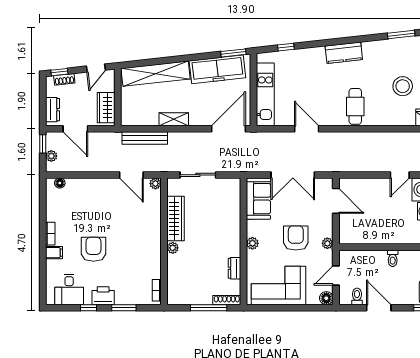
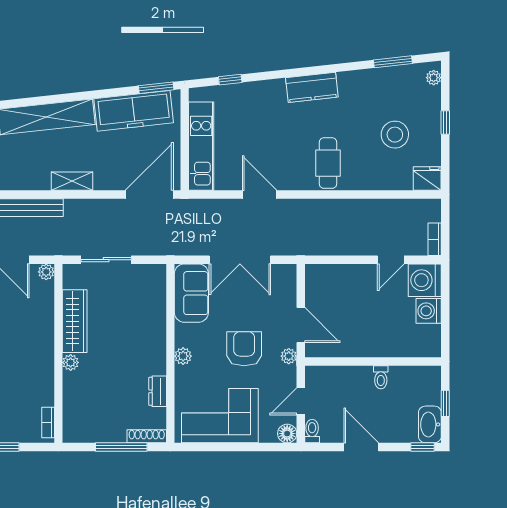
door: (336, 201) -> (301, 325), moved
toilet: (357, 296) -> (312, 431), moved

